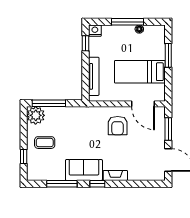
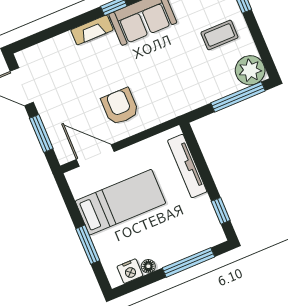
window: (128, 22) -> (188, 262), moved
nightstand: (95, 31) -> (130, 271), moved

